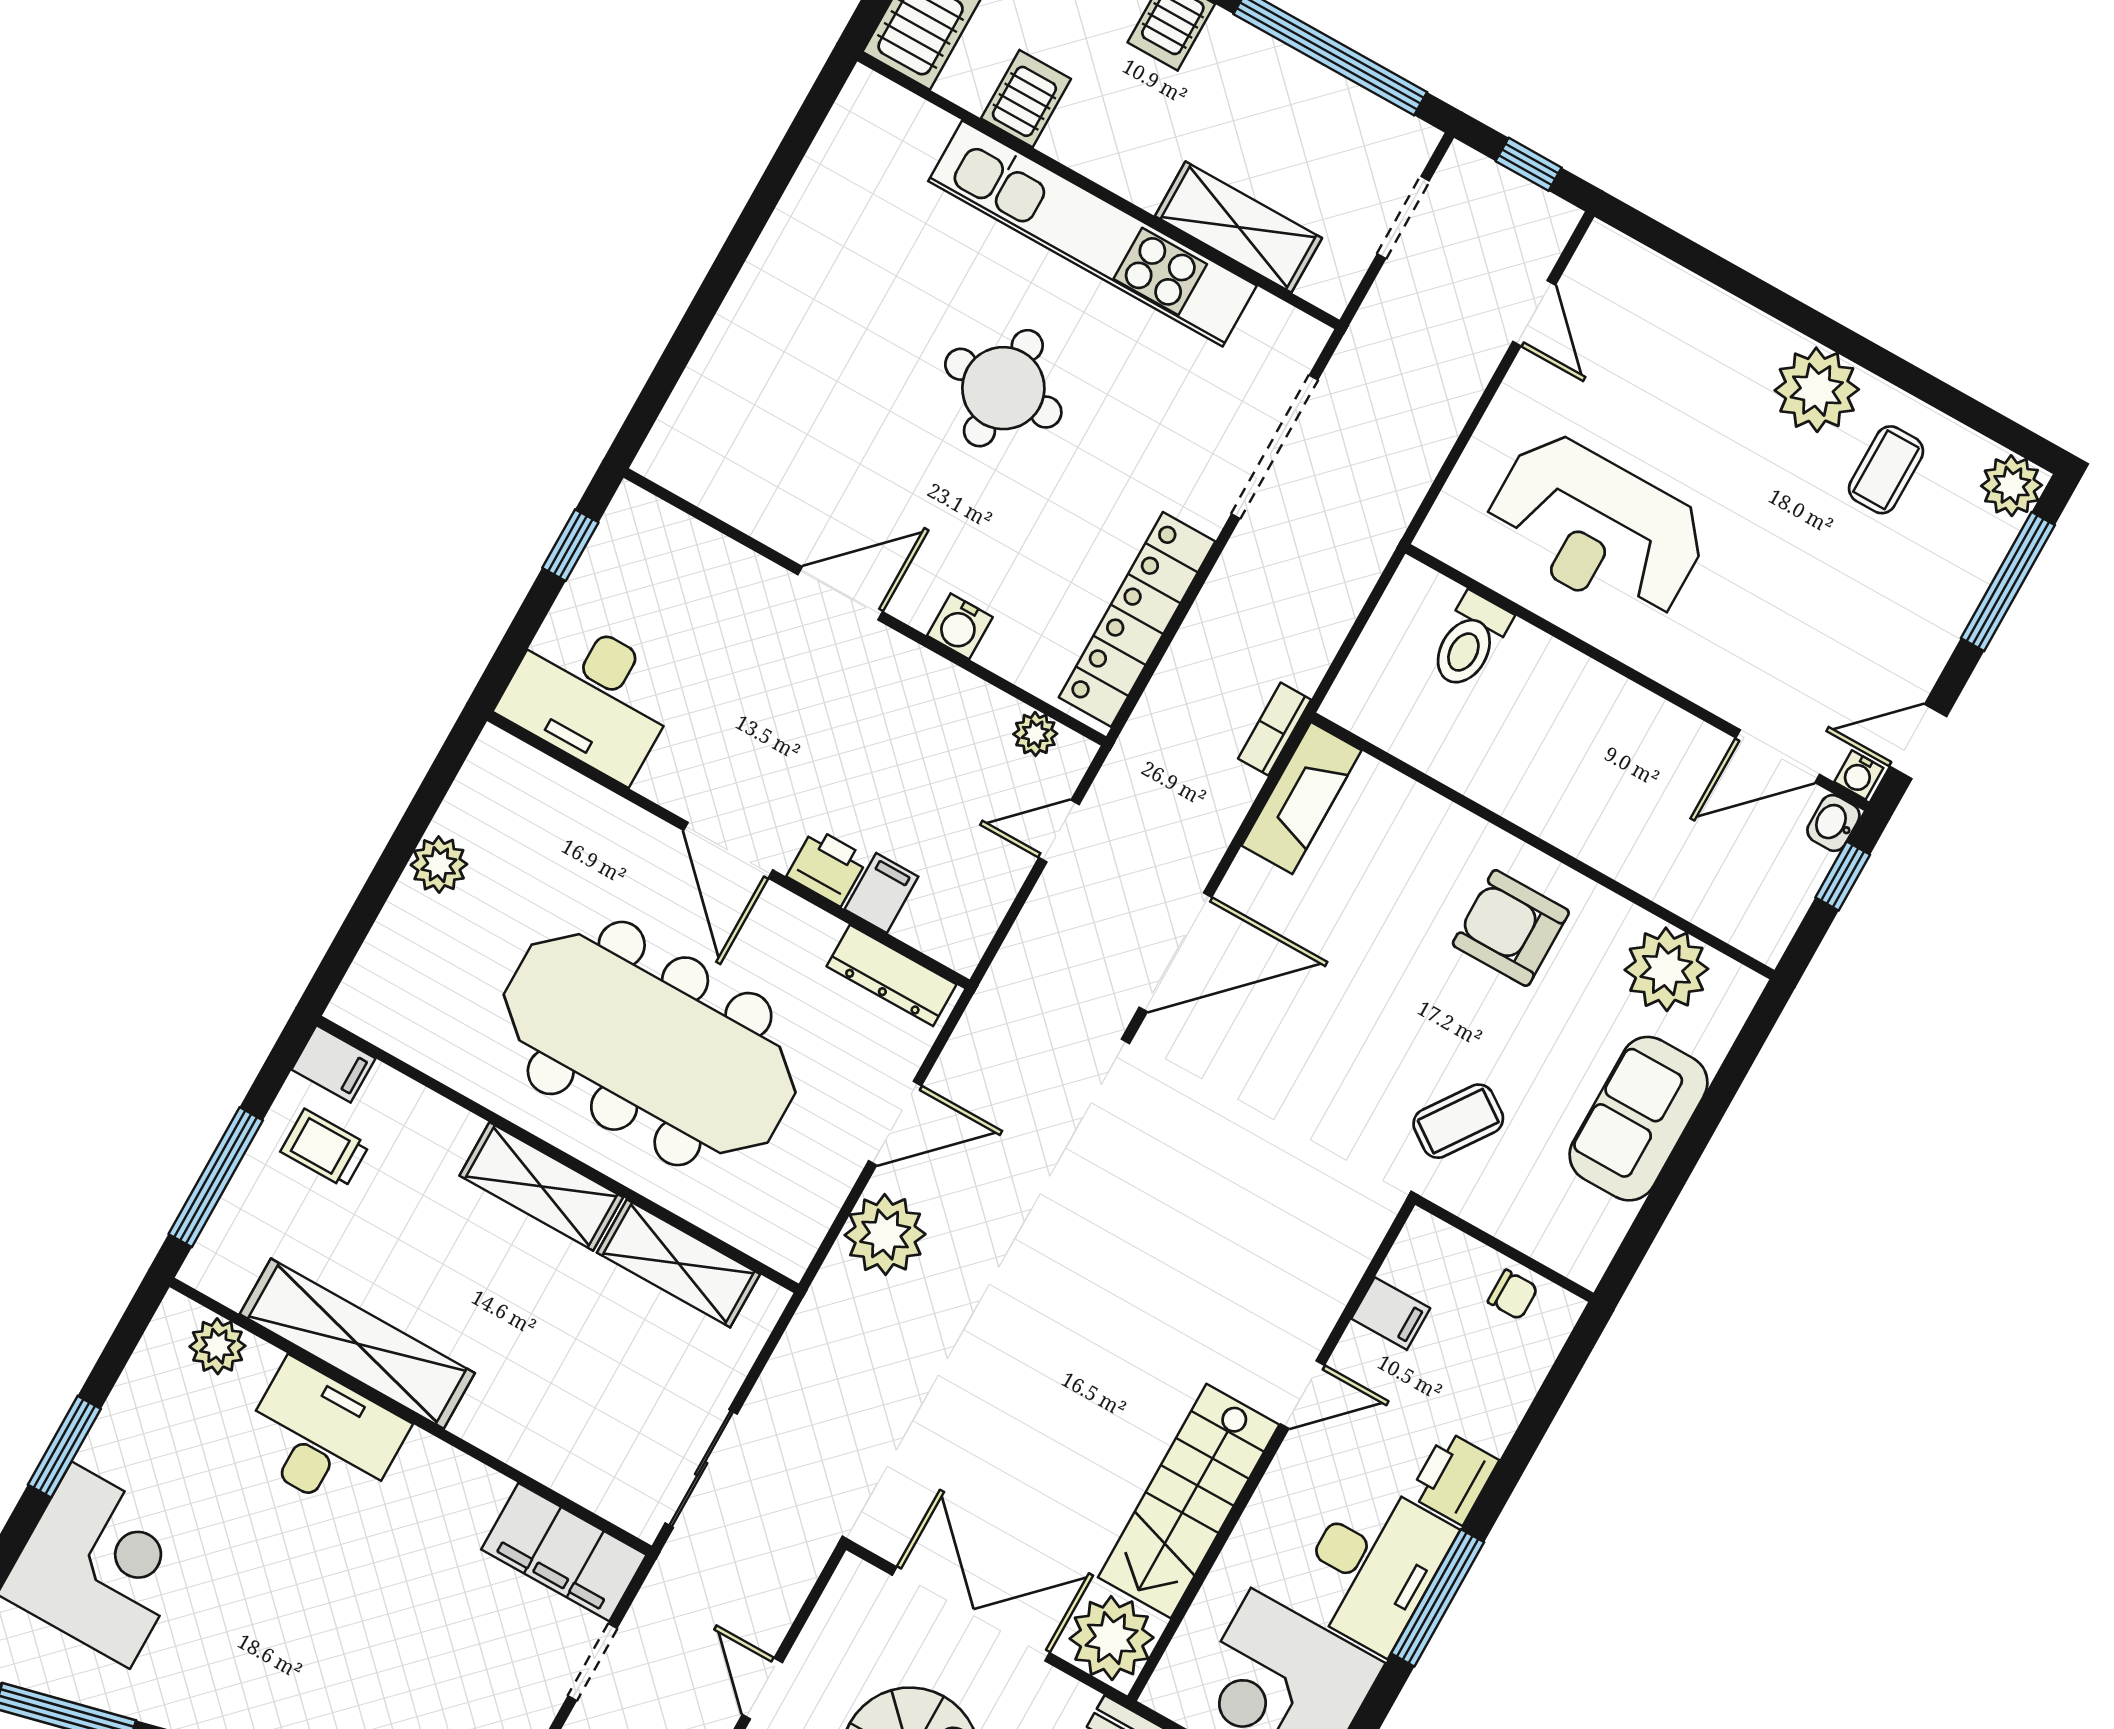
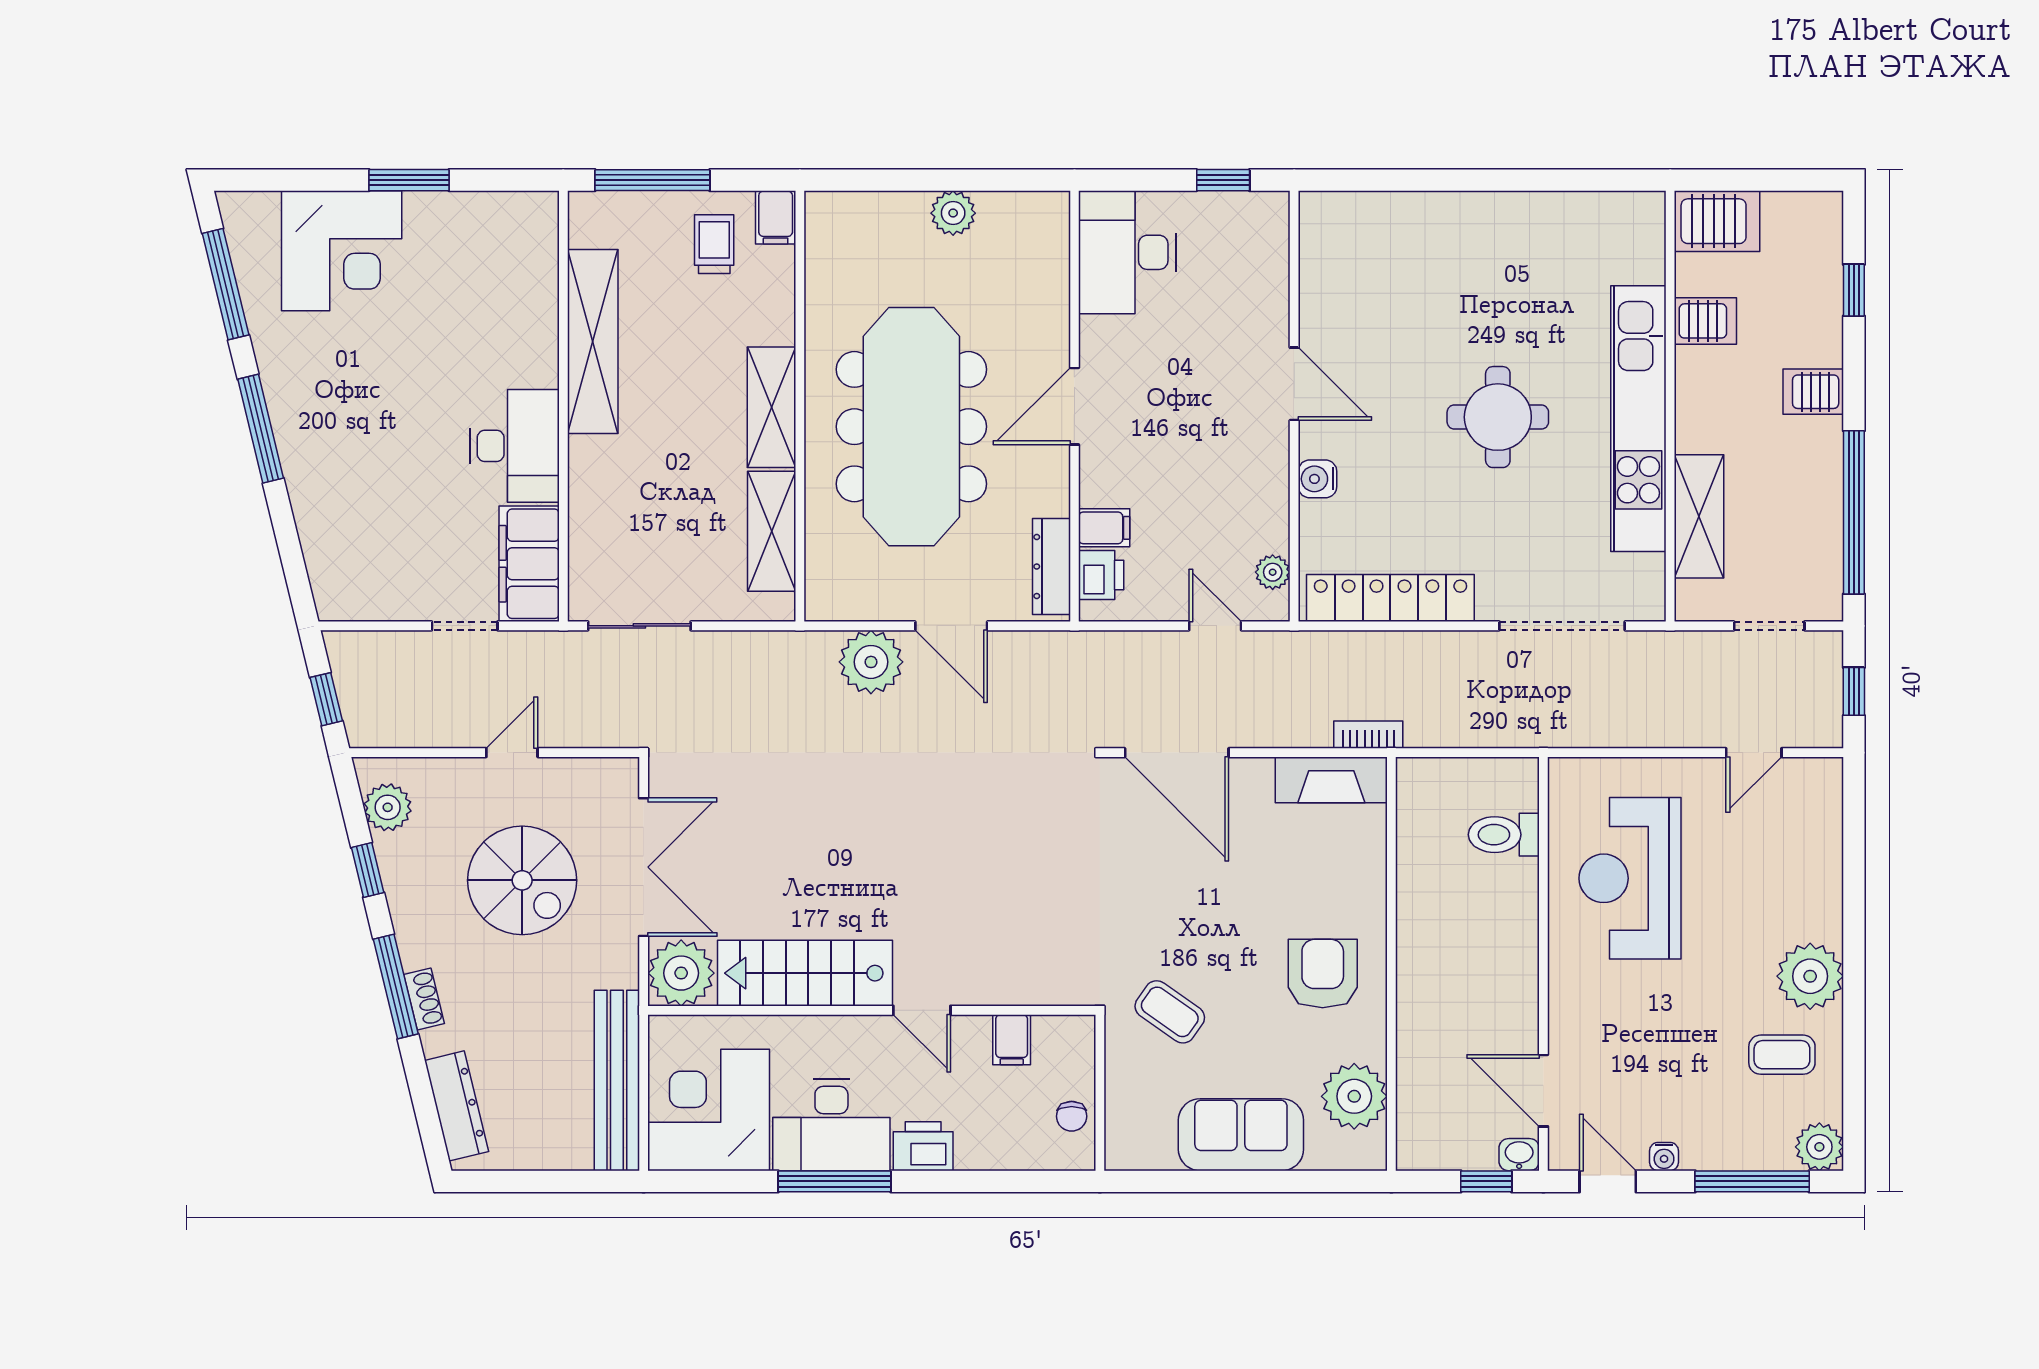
water cooler: (1859, 775) -> (1664, 1157), moved, turned -90
printer: (827, 867) -> (1101, 575), moved
plant: (217, 1346) -> (537, 247), removed
desk: (323, 1438) -> (515, 446), moved

